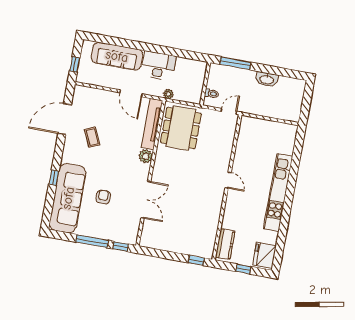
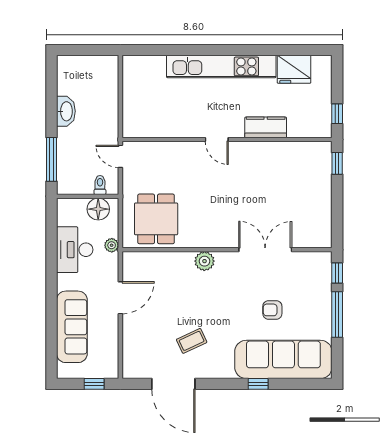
desk: (158, 66) -> (75, 250), moved
floor lamp: (195, 89) -> (98, 209), added
tv unit: (152, 124) -> (158, 261), removed
dining table: (181, 128) -> (156, 219), width x0.73
door: (228, 180) -> (217, 140), swing flipped
kitchen counter: (225, 244) -> (266, 127), moved
fridge: (265, 255) -> (294, 69), moved
window: (243, 269) -> (337, 114), moved

